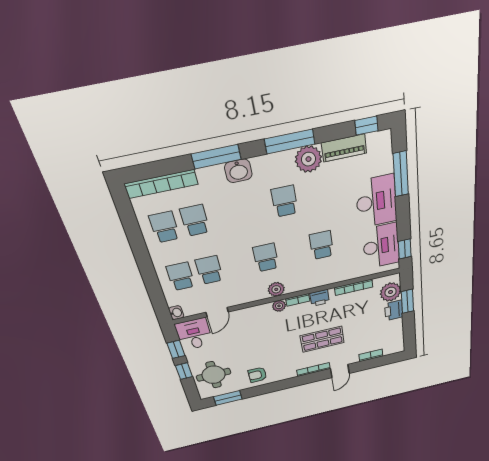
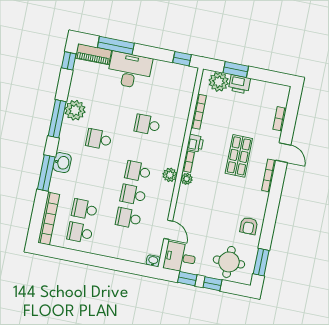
piano: (344, 148) -> (93, 54), moved, turned 90
desk: (381, 246) -> (170, 77), removed
school desk: (181, 276) -> (133, 195), moved

